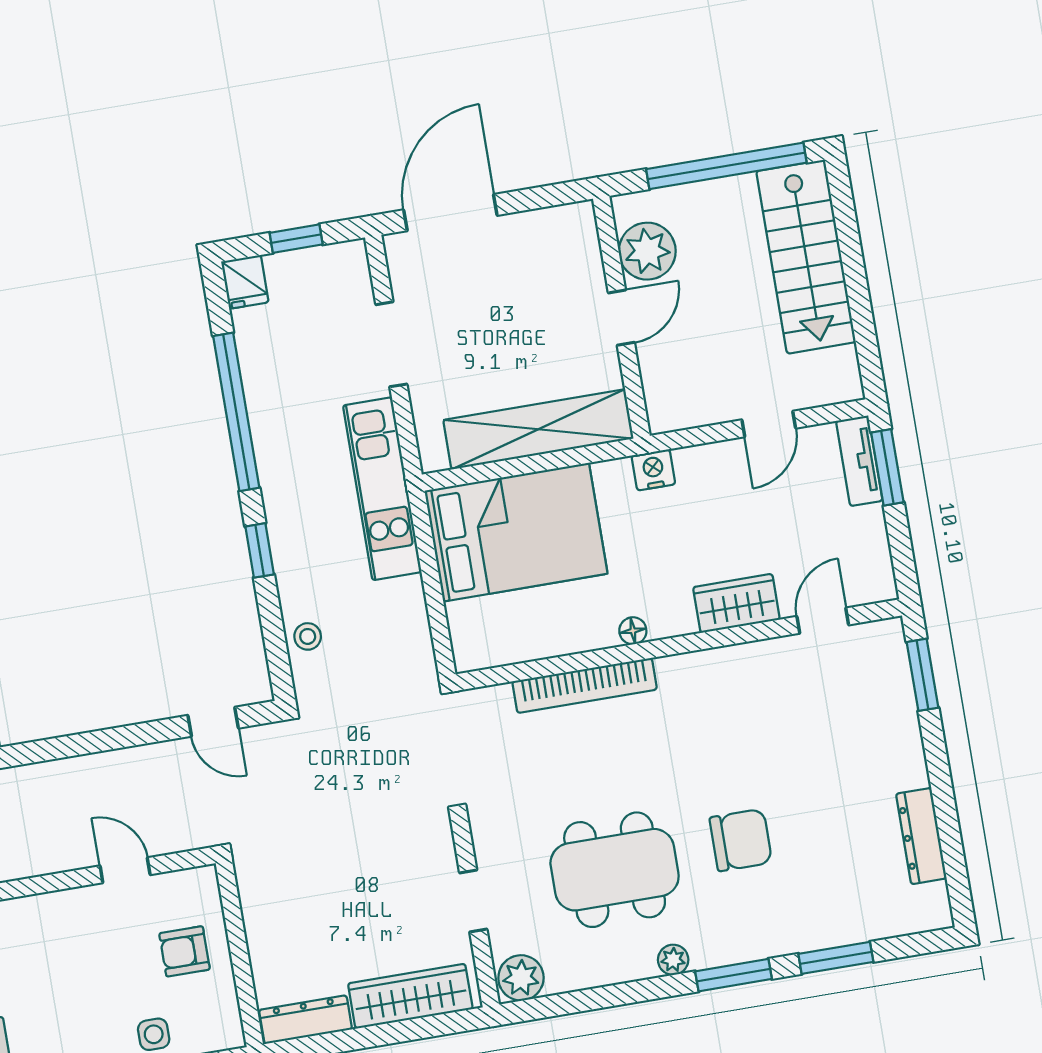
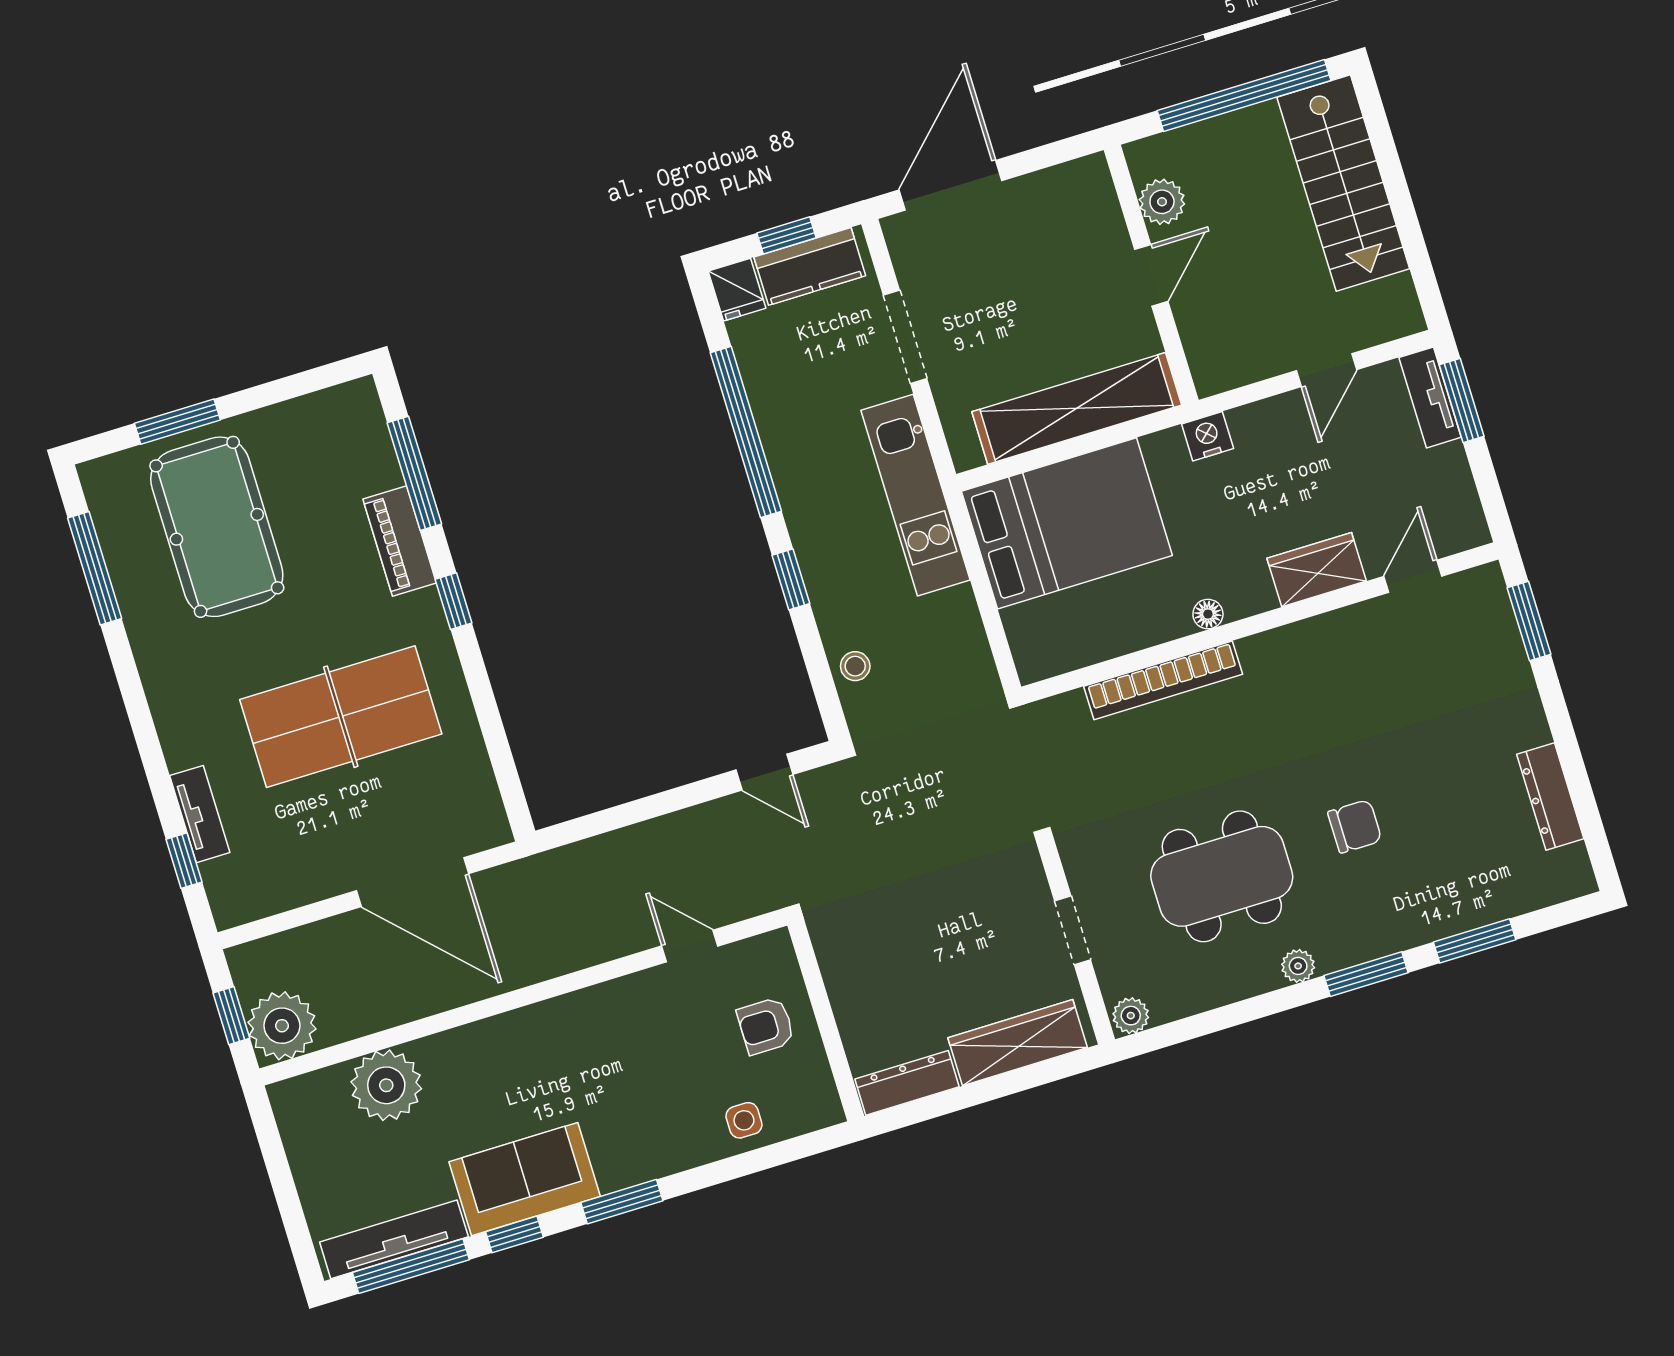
plant: (647, 251) -> (1162, 202), width x0.73, depth x0.73
kitchen counter: (313, 269) -> (810, 266), added
chair: (741, 840) -> (1355, 826), width x0.73, depth x0.73
plant: (521, 978) -> (1131, 1016), width x0.73, depth x0.73

